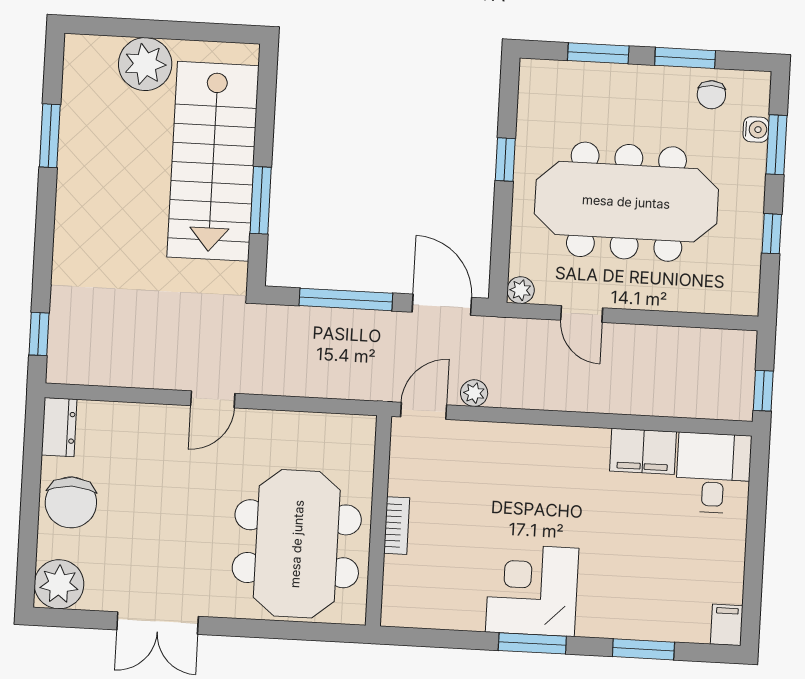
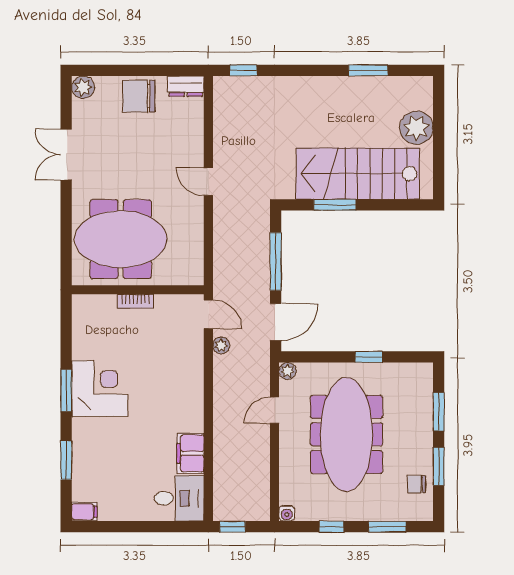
water cooler: (756, 129) -> (287, 513), moved
plant: (59, 584) -> (83, 87), width x0.73, depth x0.73

